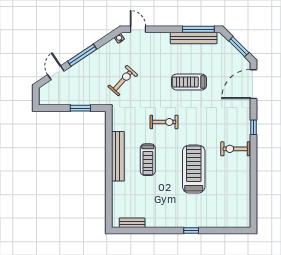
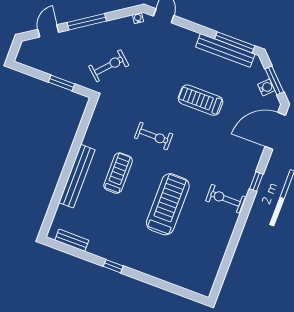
water cooler: (235, 54) -> (266, 87), added
exercise bike: (123, 81) -> (109, 66), moved
bench: (118, 156) -> (77, 176), moved
treadmill: (148, 160) -> (118, 173), turned 180
window: (191, 231) -> (113, 266), moved

